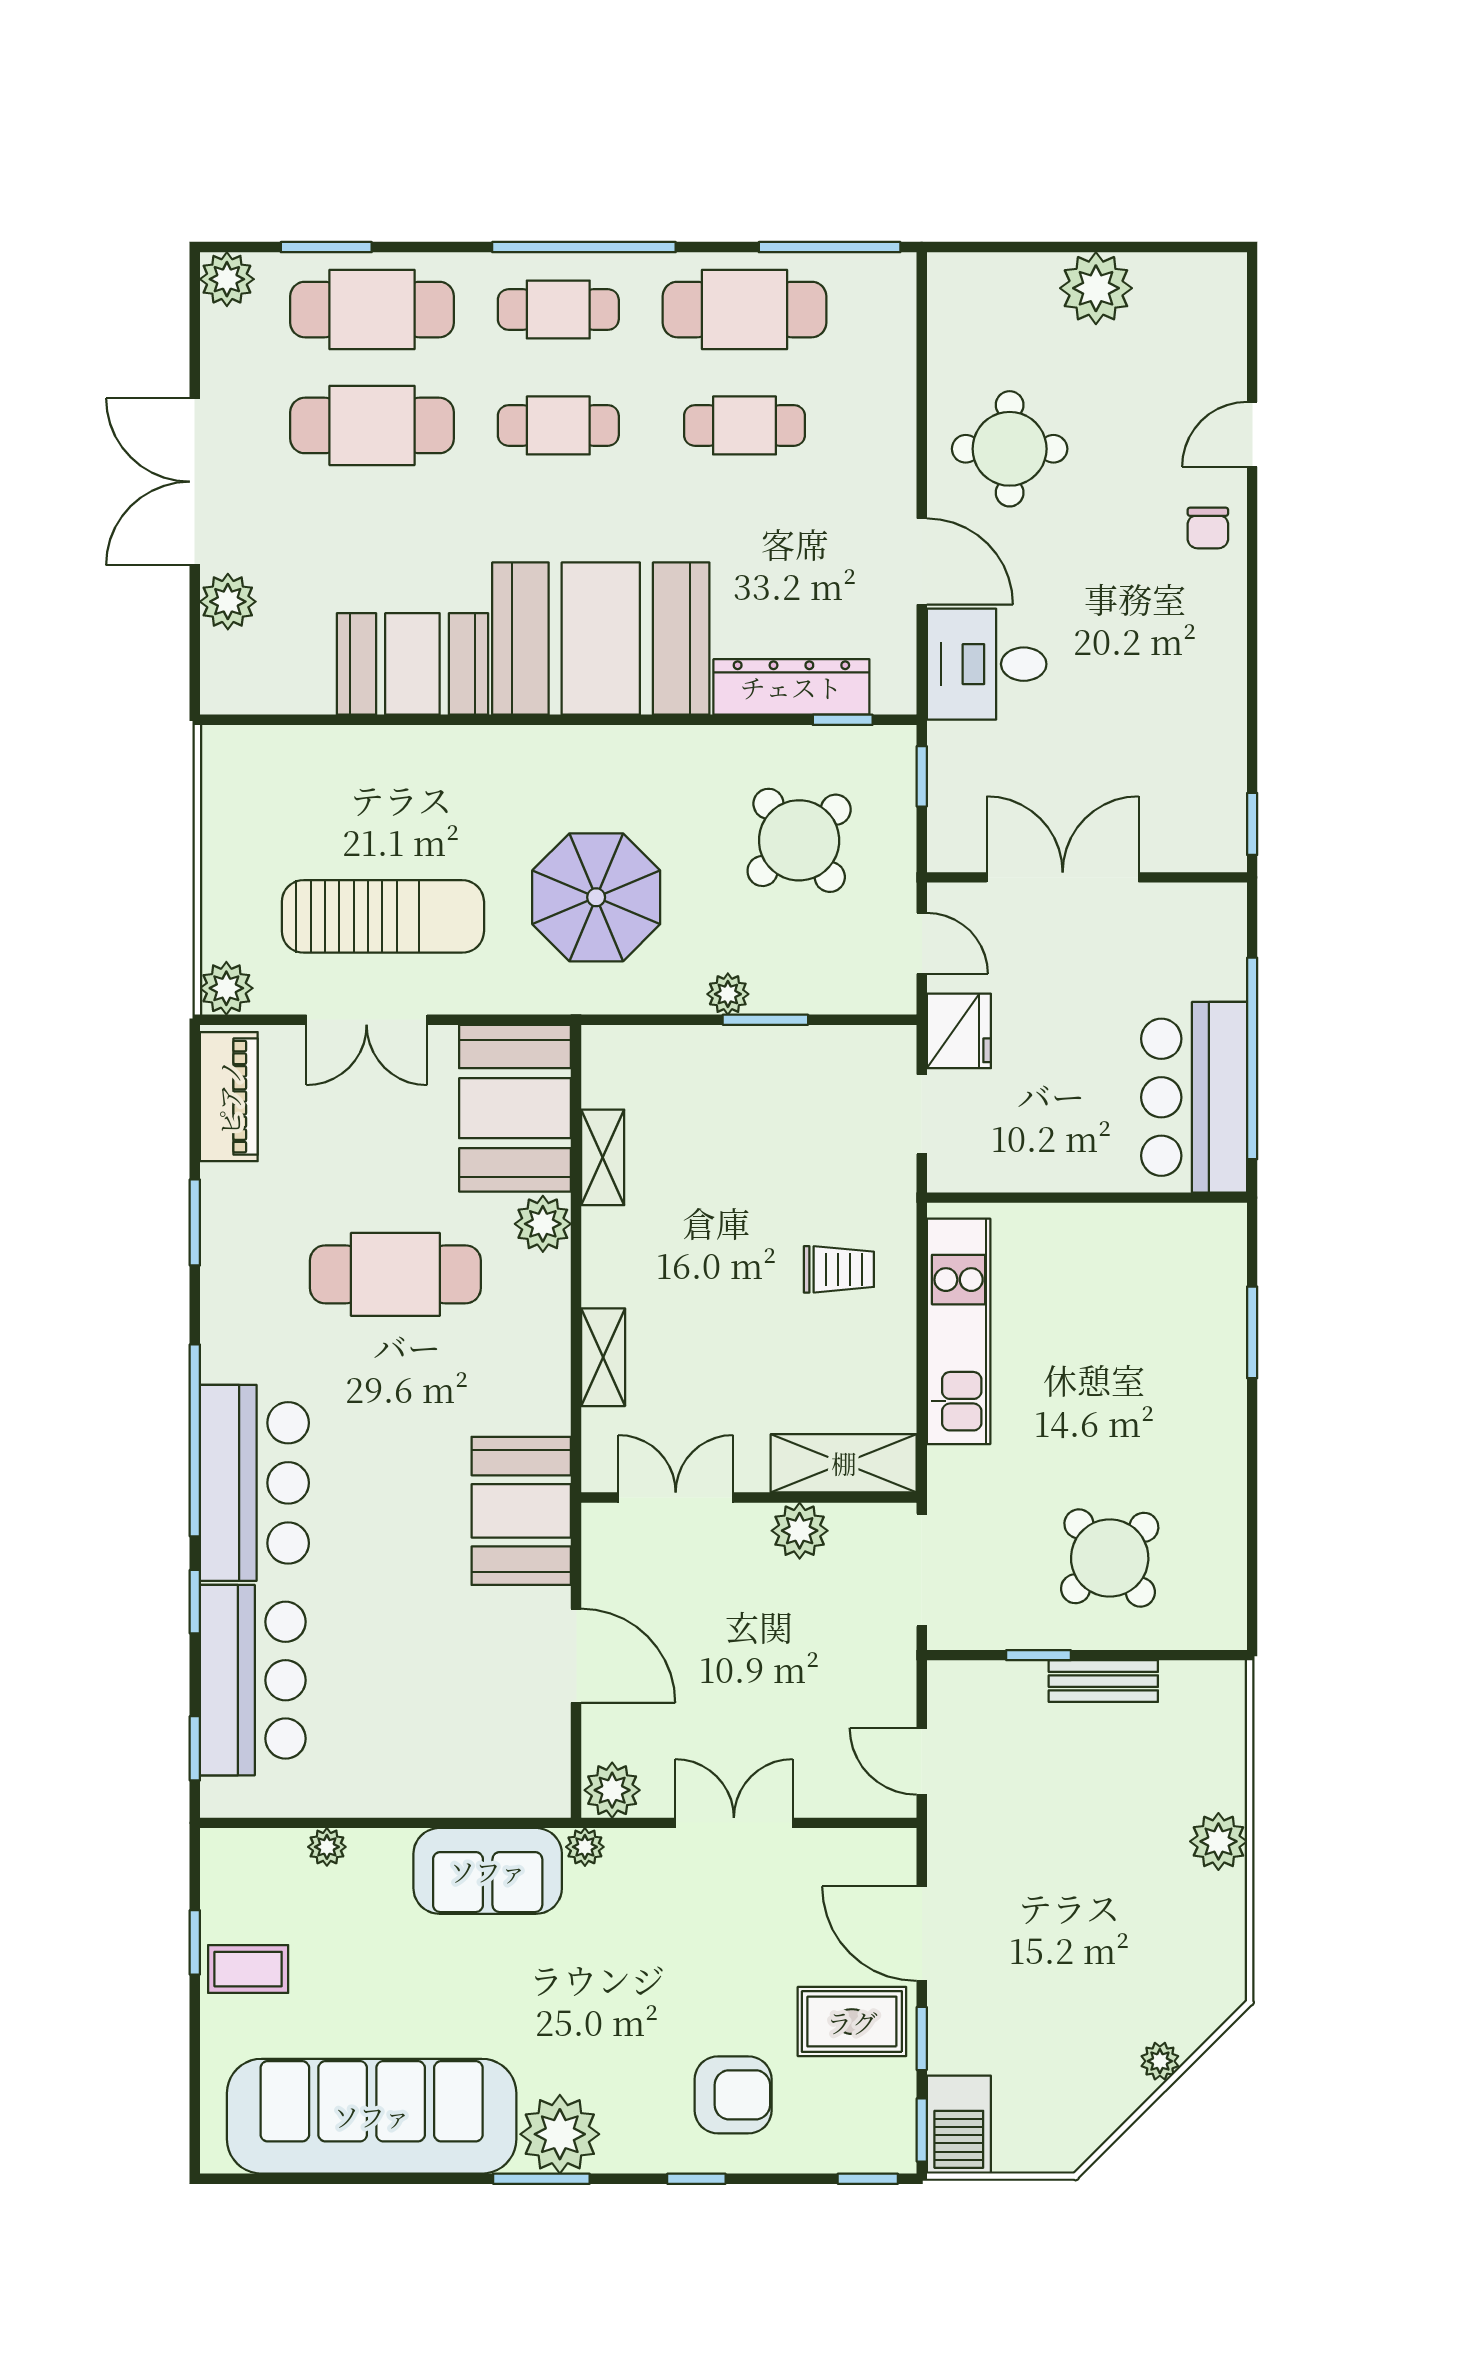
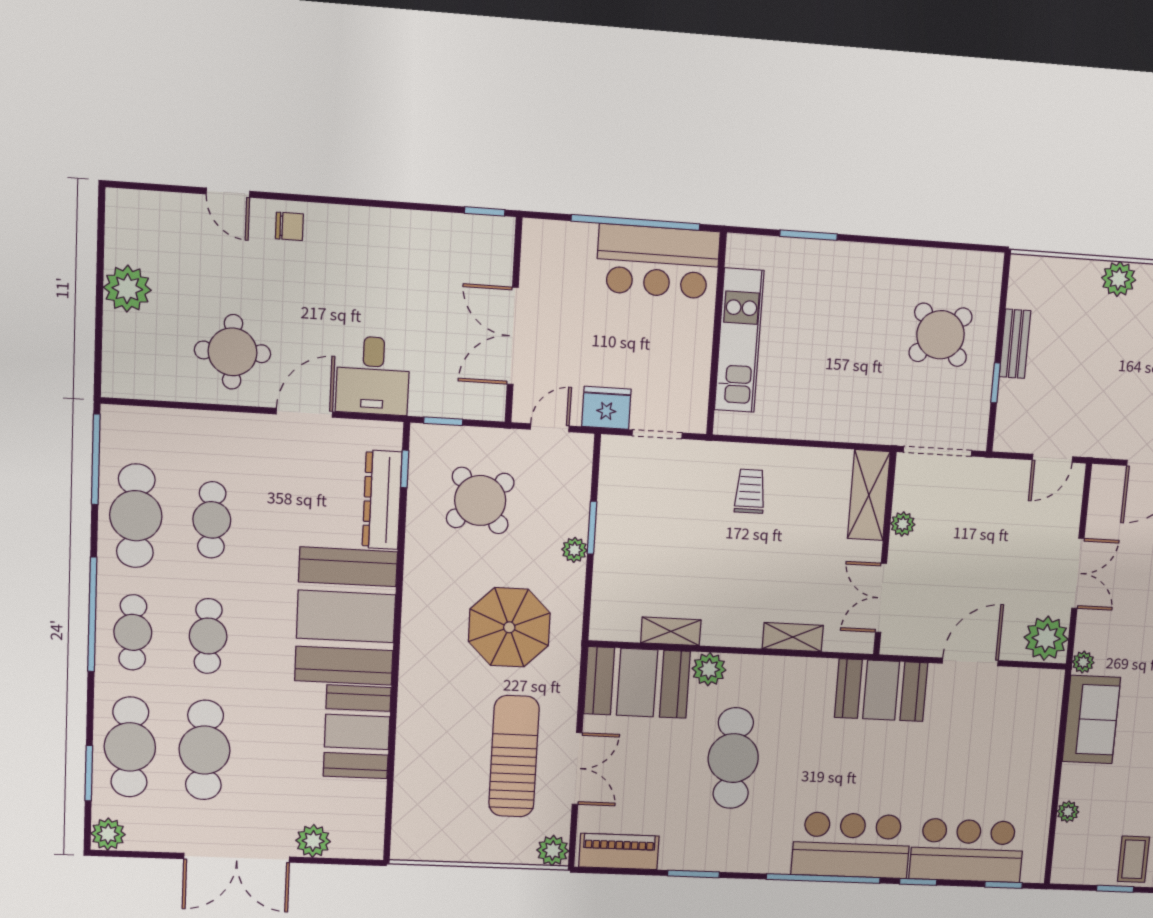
kitchen unit: (959, 1331) -> (739, 340), moved, turned 90
plant: (800, 1531) -> (903, 524), width x0.73, depth x0.73
plant: (612, 1790) -> (1046, 638), width x1.36, depth x1.36
double door: (734, 1823) -> (1078, 573), swing flipped

